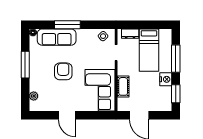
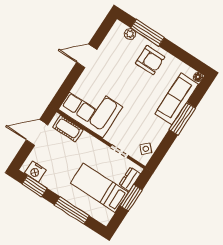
window: (142, 25) -> (131, 198), added
window: (25, 65) -> (147, 33), moved
armchair: (63, 71) -> (150, 60), moved
nightstand: (166, 79) -> (35, 171), moved
cot: (123, 86) -> (68, 128), moved

